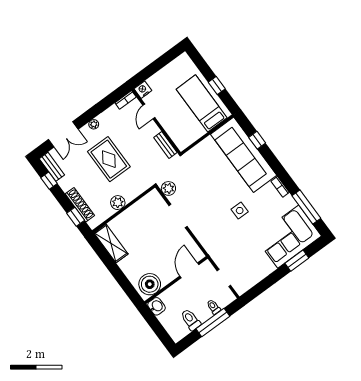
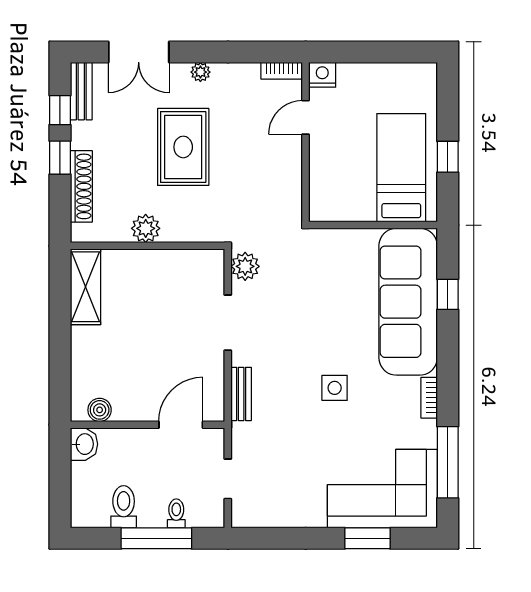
bench: (165, 145) -> (241, 394), moved
window: (76, 217) -> (60, 158), moved
boiler: (150, 284) -> (100, 410), width x0.54, depth x0.54

